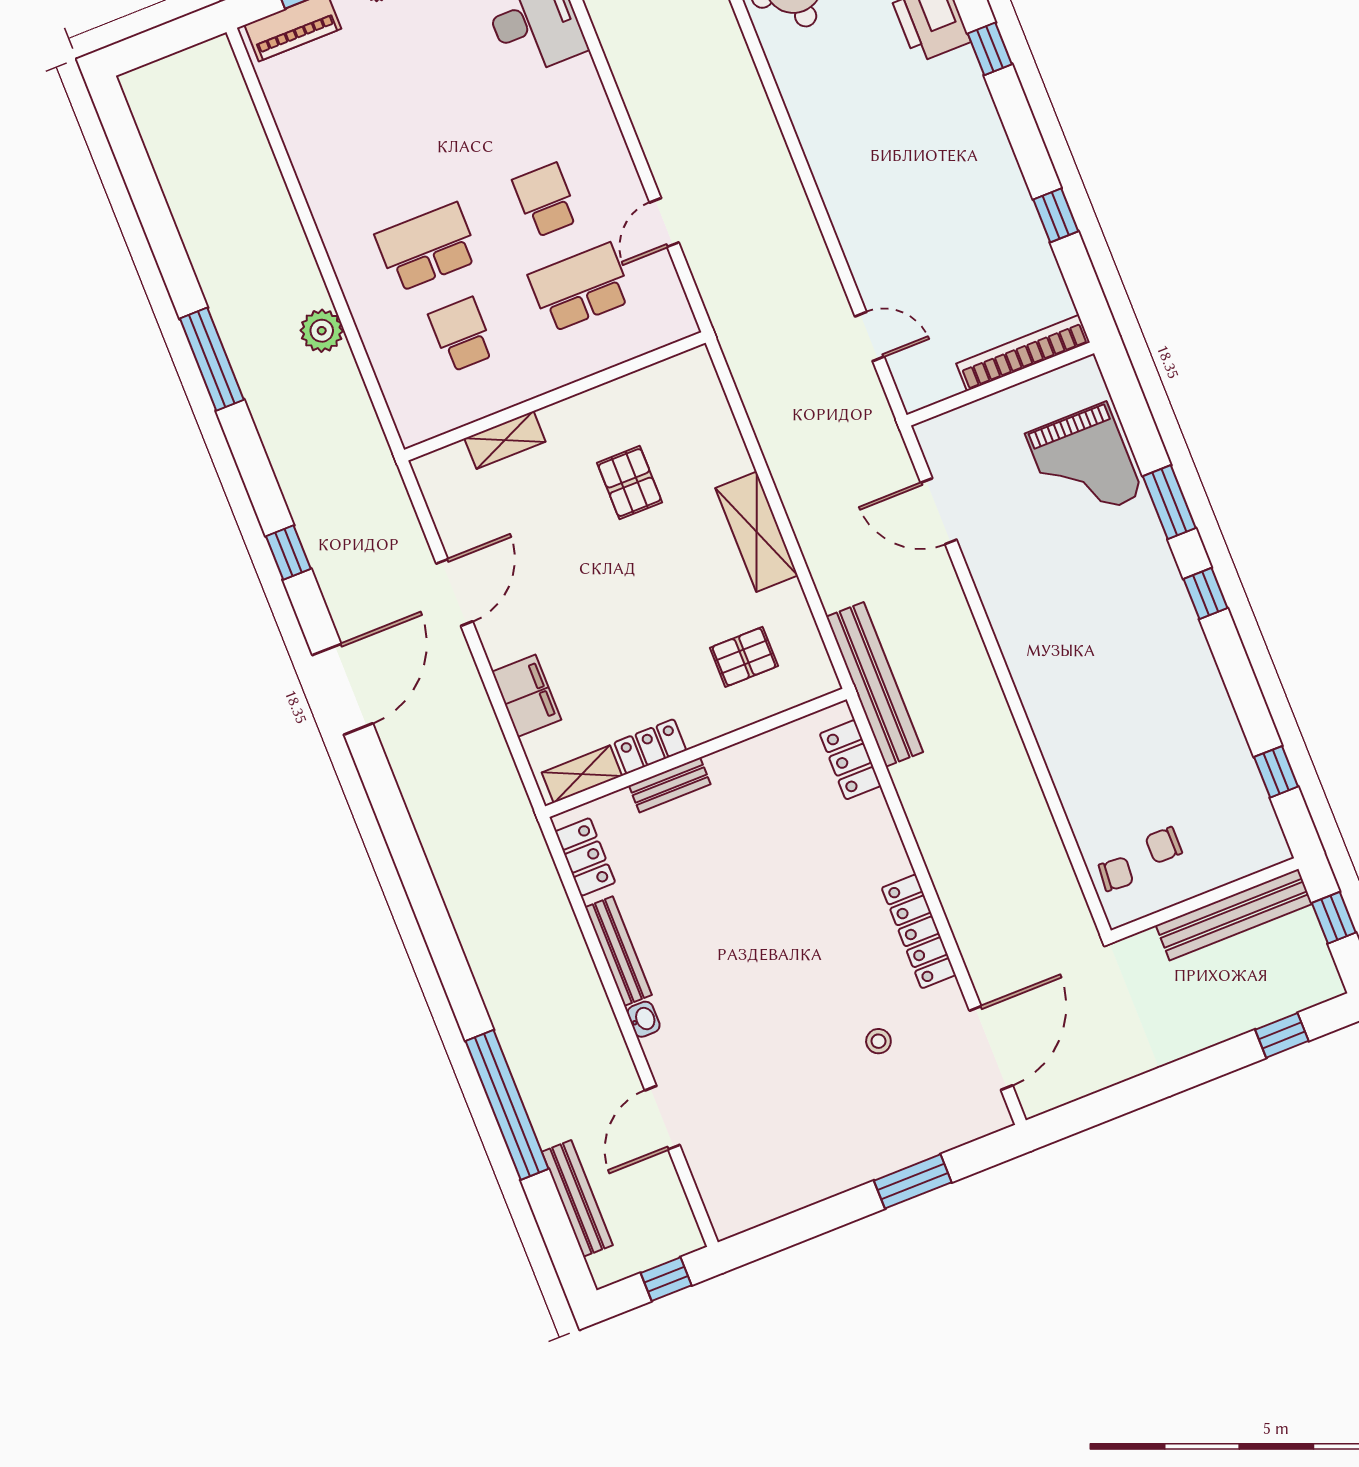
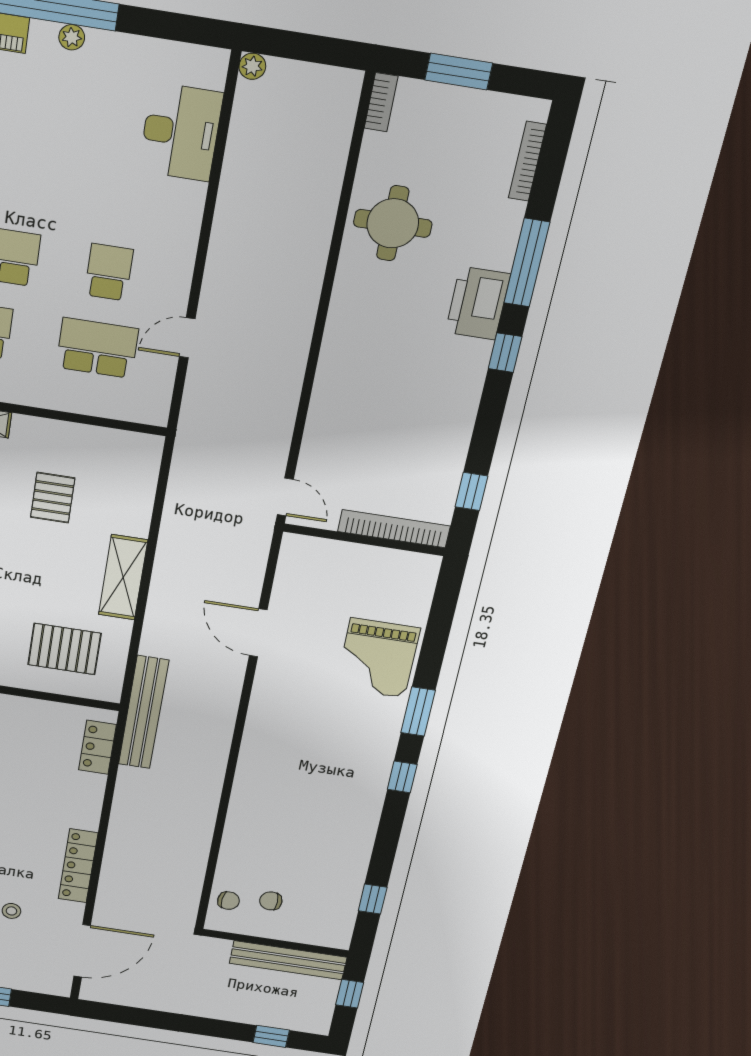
bookcase: (1023, 353) -> (394, 529), moved
wall: (1000, 384) -> (364, 540), moved
pallet: (744, 657) -> (64, 649), width x1.50, depth x1.42

